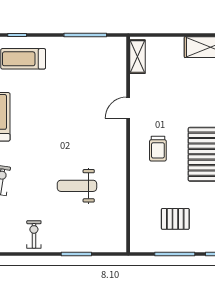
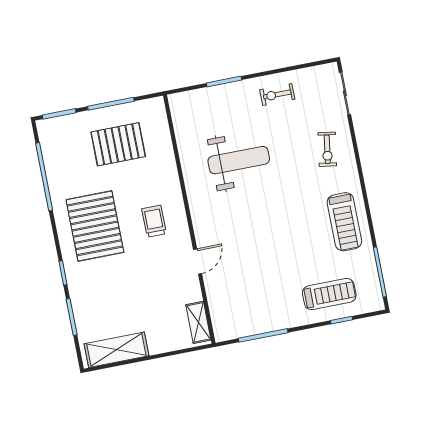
weight bench: (77, 186) -> (239, 160), width x1.36, depth x1.33
pallet: (175, 219) -> (118, 144), width x1.50, depth x1.42
exercise bike: (34, 234) -> (277, 95), turned 90

